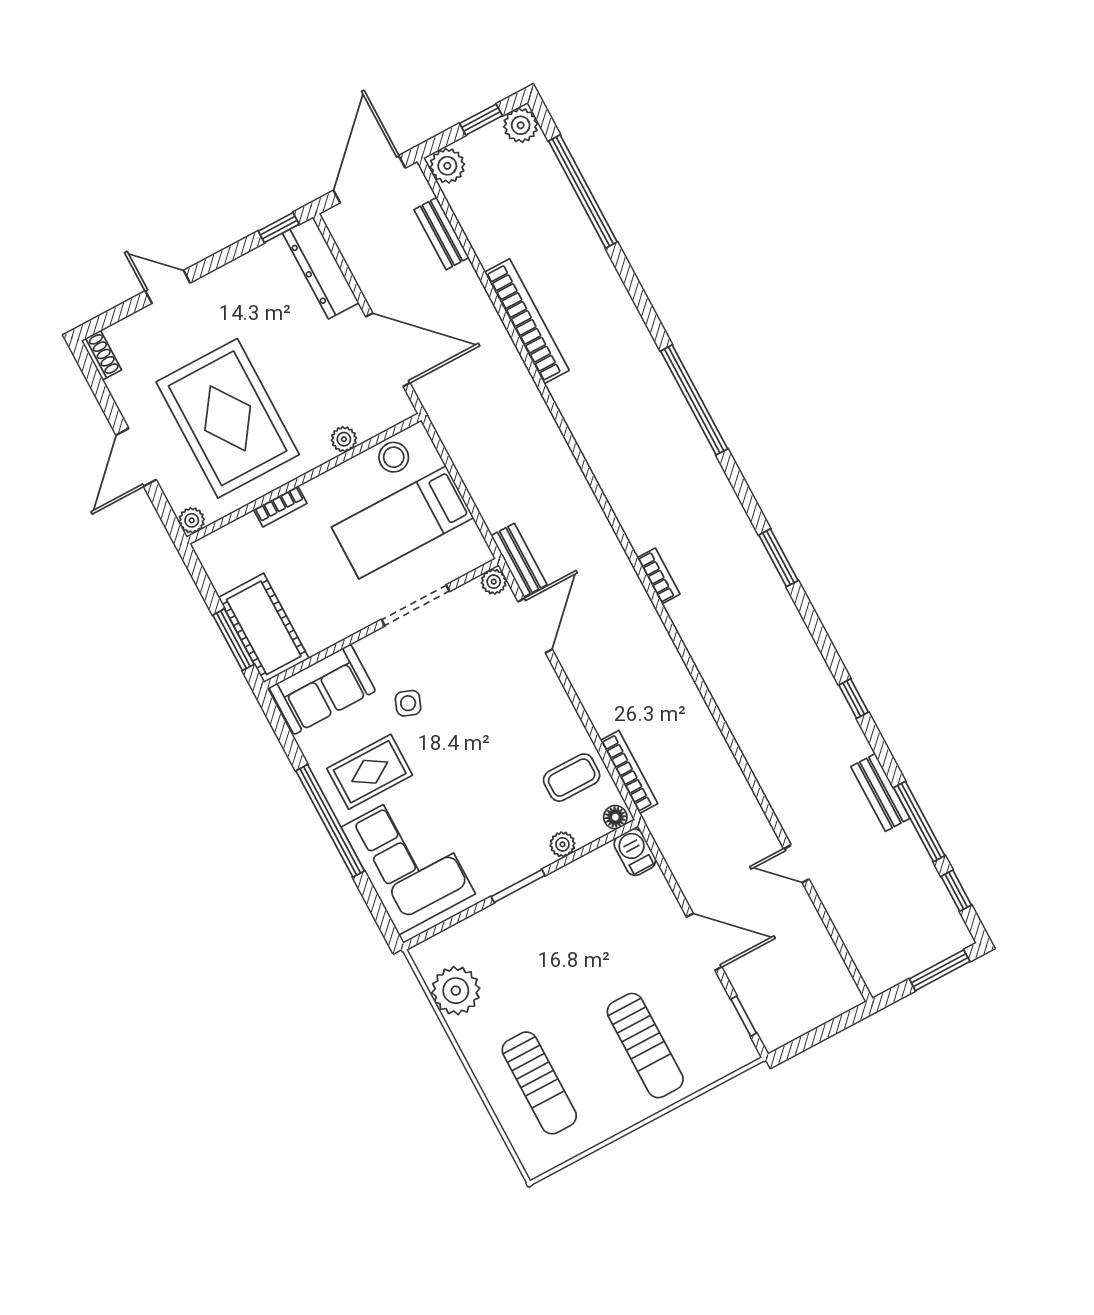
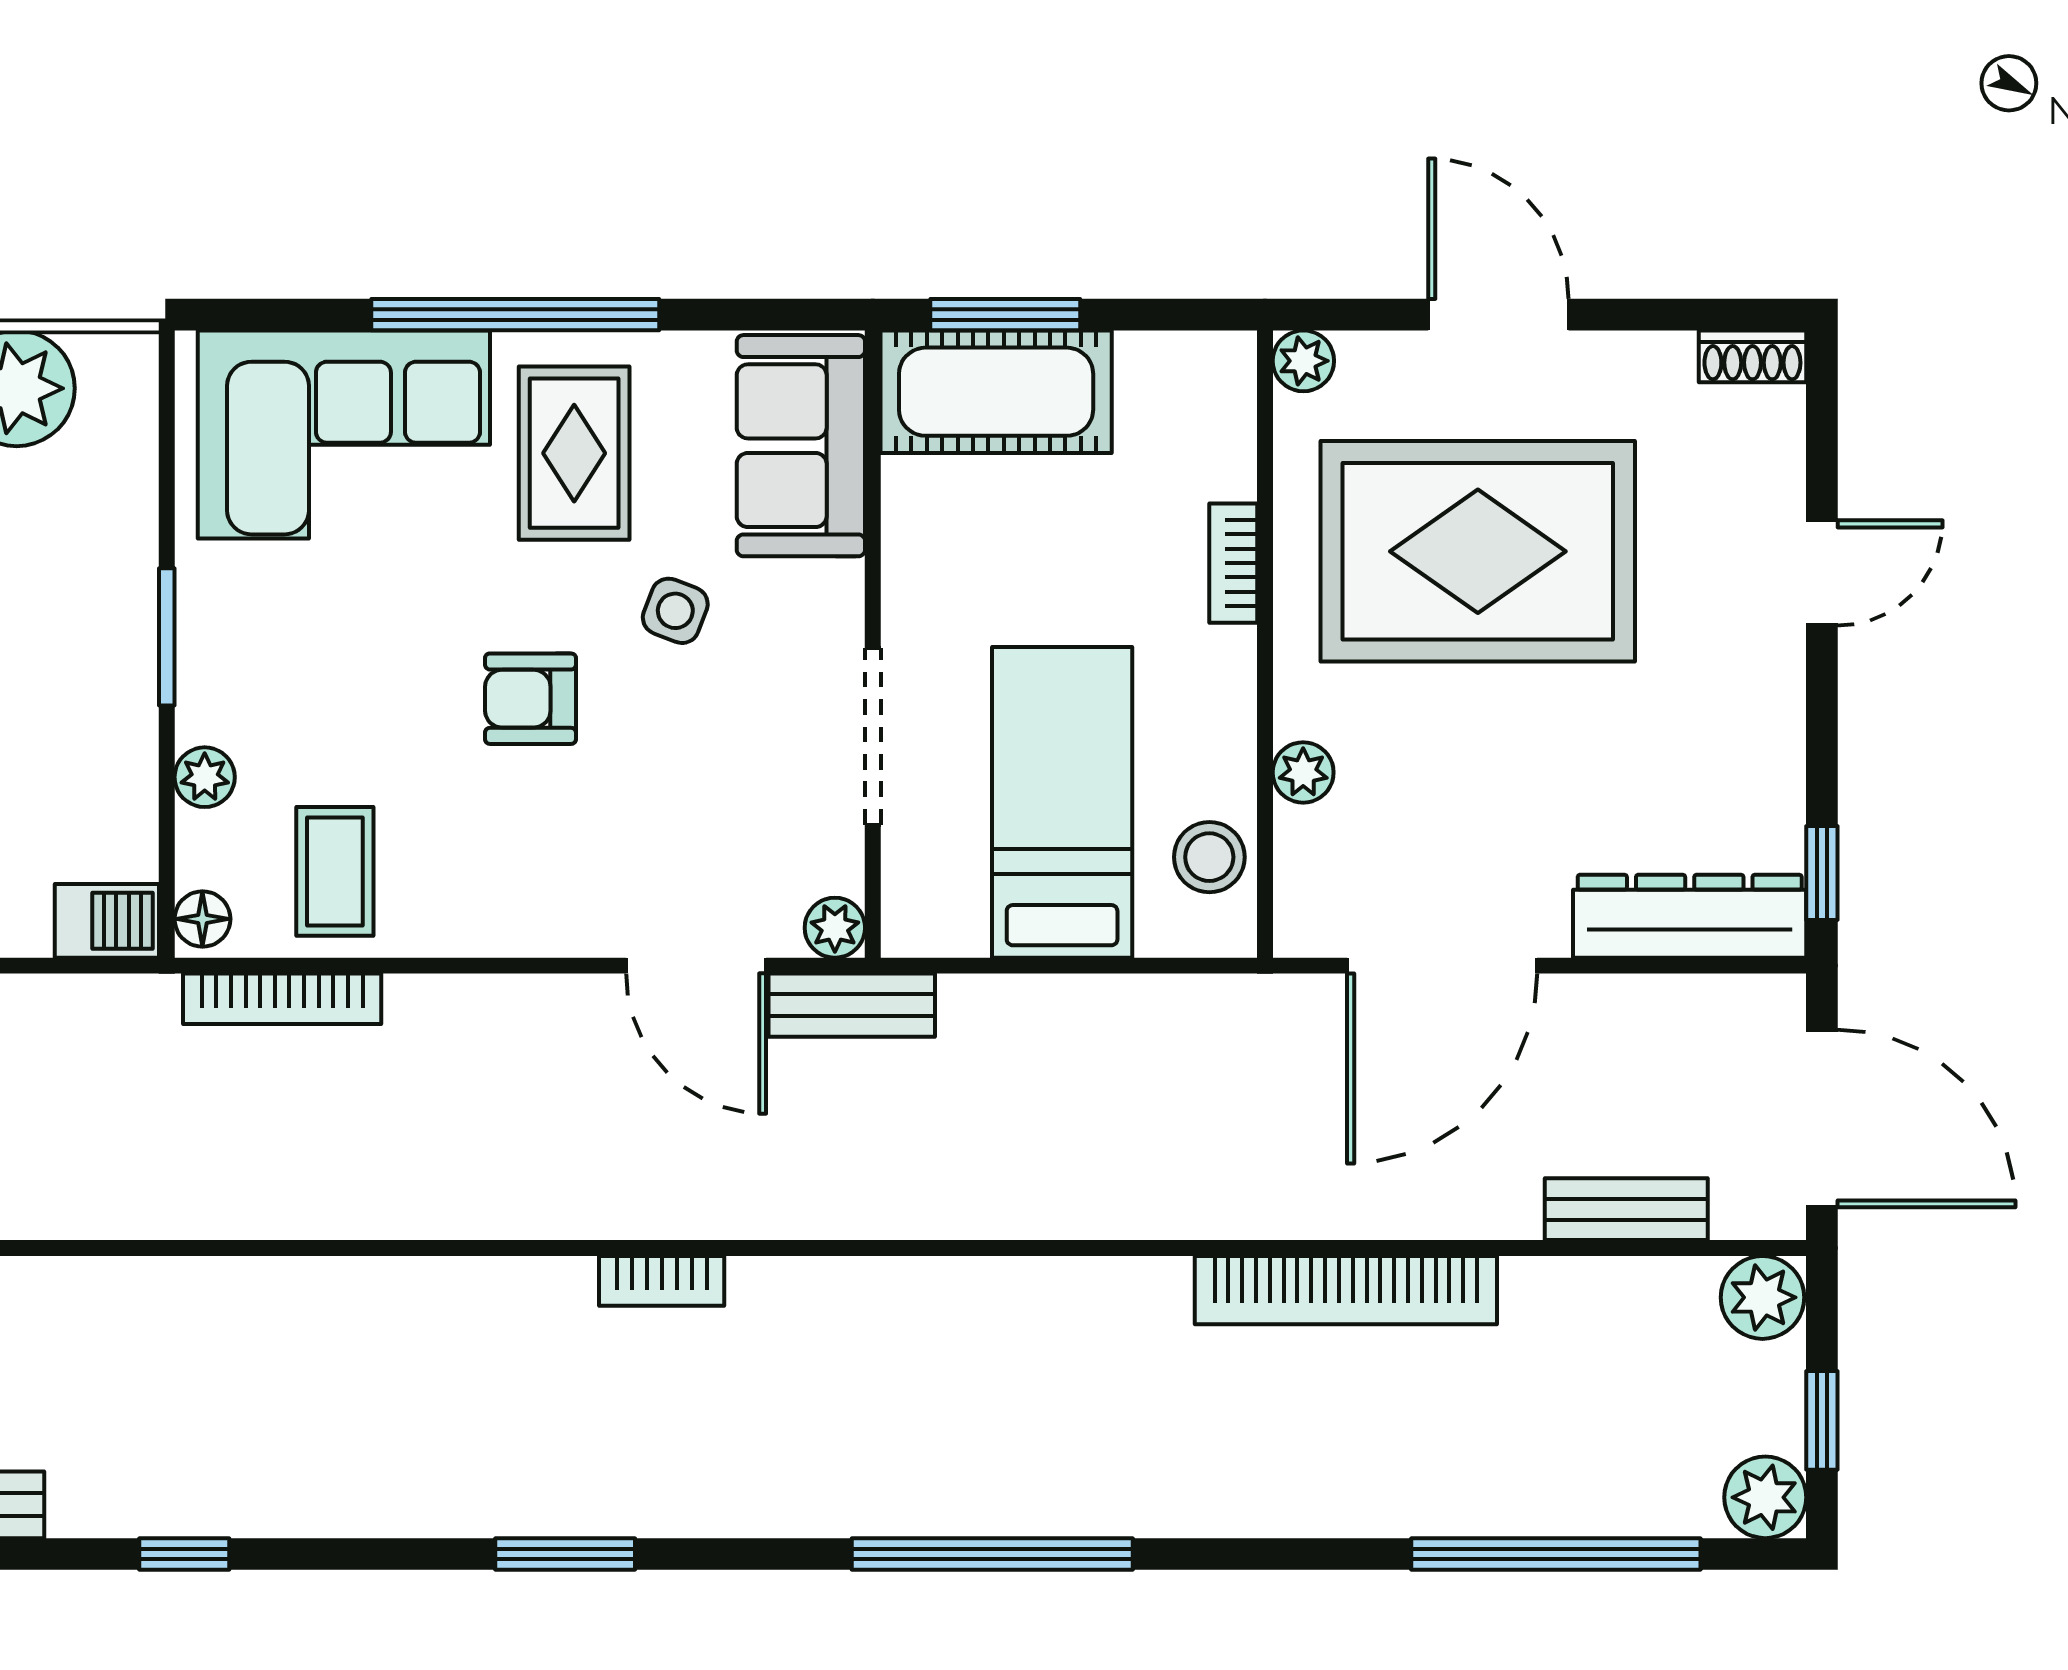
armchair: (469, 739) -> (530, 699), added

